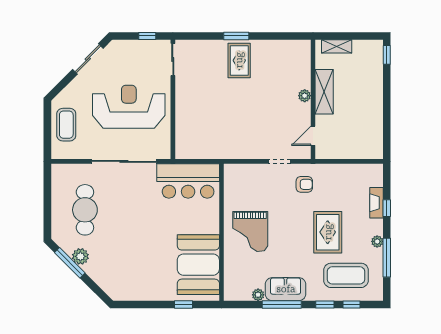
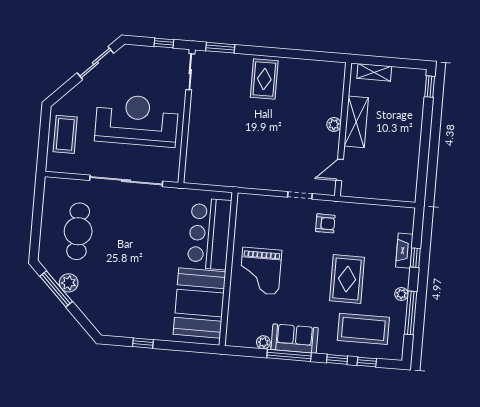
window: (236, 36) -> (220, 48), moved
bar counter: (188, 181) -> (209, 234), moved, turned 90
window: (184, 304) -> (143, 343), moved

